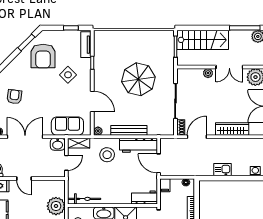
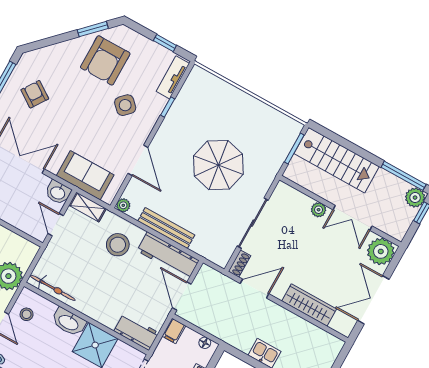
armchair: (14, 97) -> (35, 94), turned -64
door: (66, 163) -> (56, 225), swing flipped

